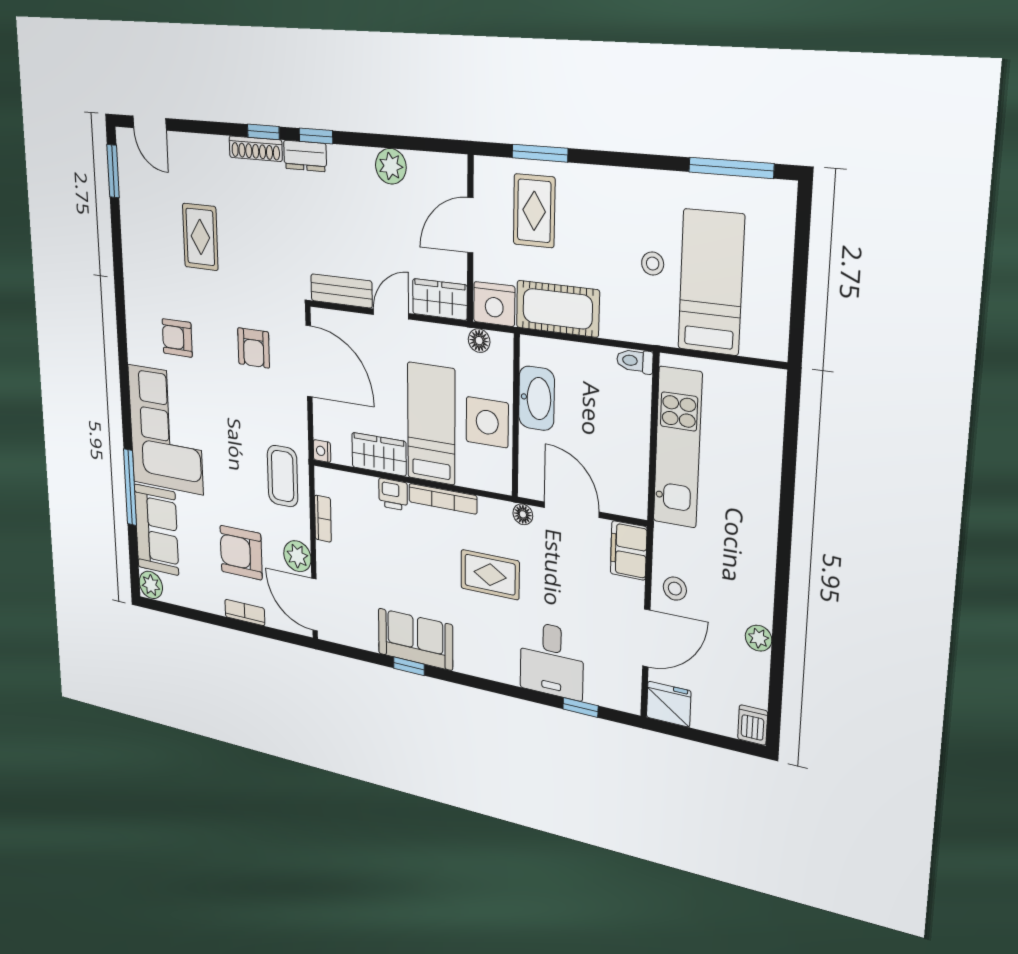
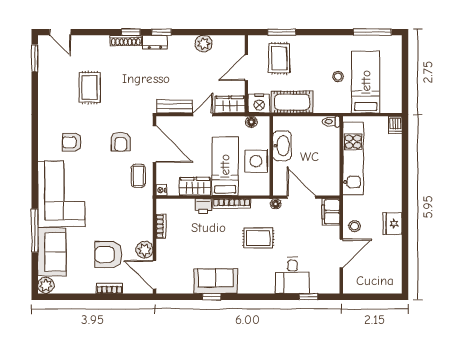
coffee table: (283, 476) -> (138, 176), moved, width x0.73, depth x0.77
plant: (759, 638) -> (396, 242), removed
fridge: (669, 704) -> (393, 223), moved, turned -90
dishwasher: (753, 725) -> (395, 125), moved, turned 180

